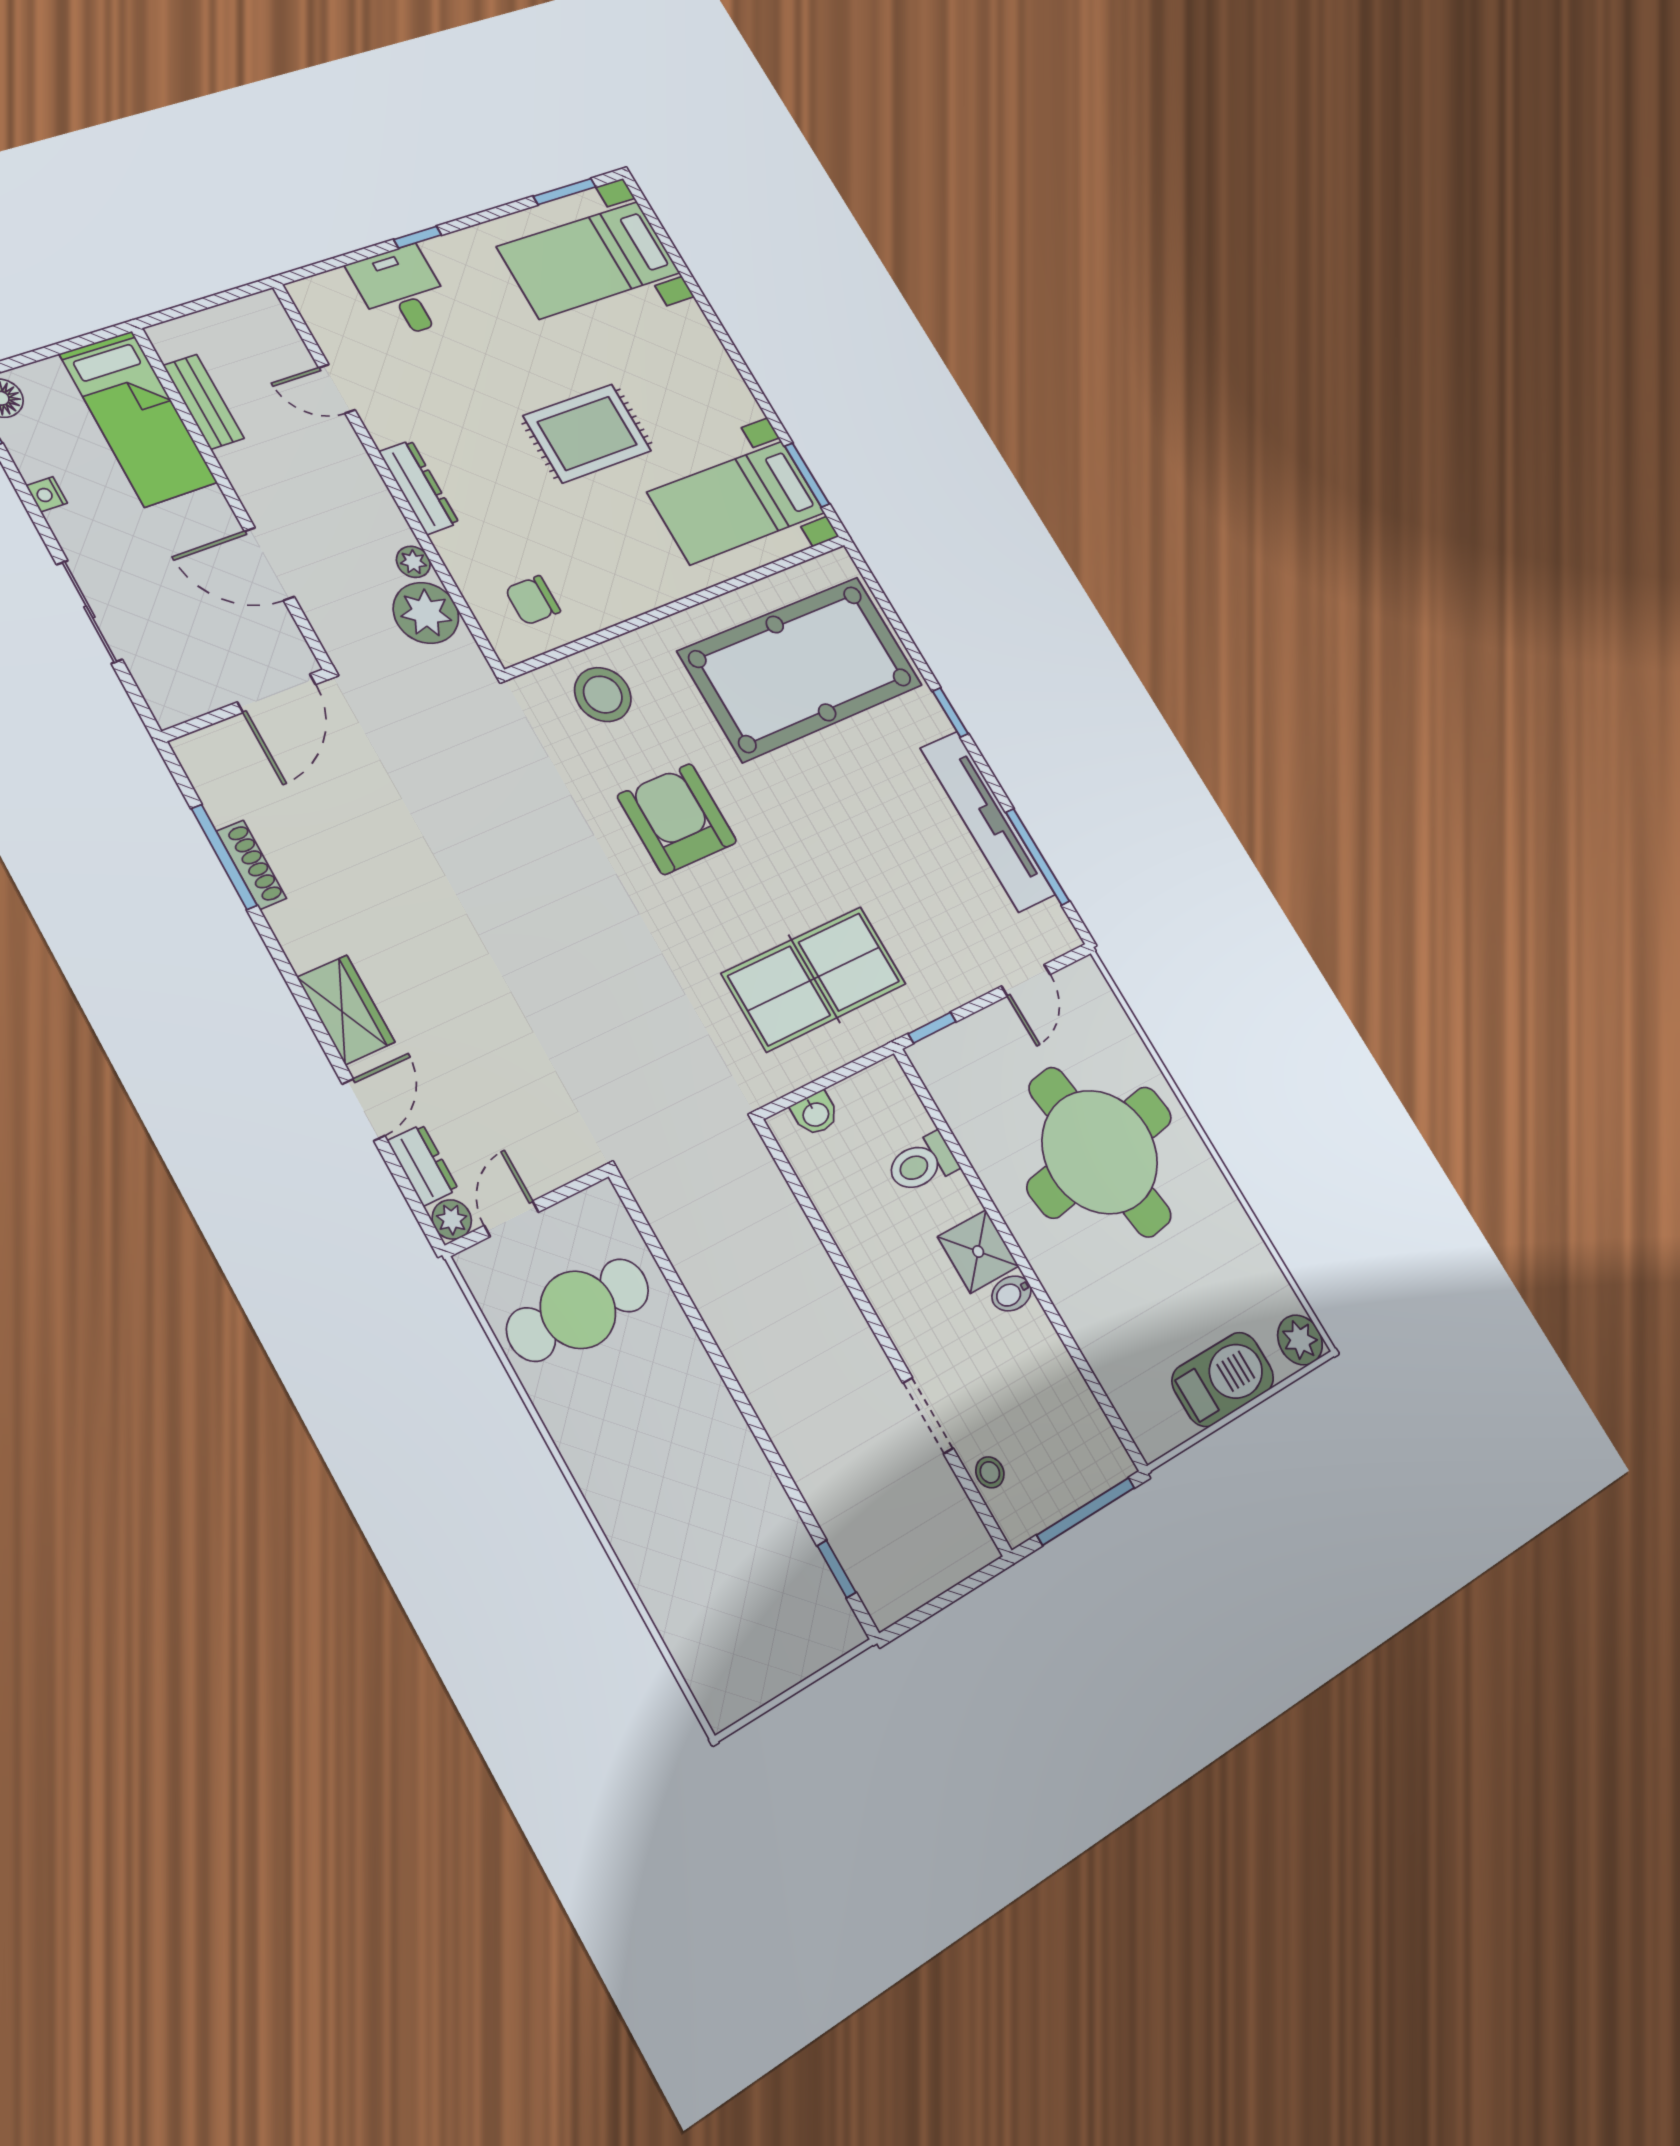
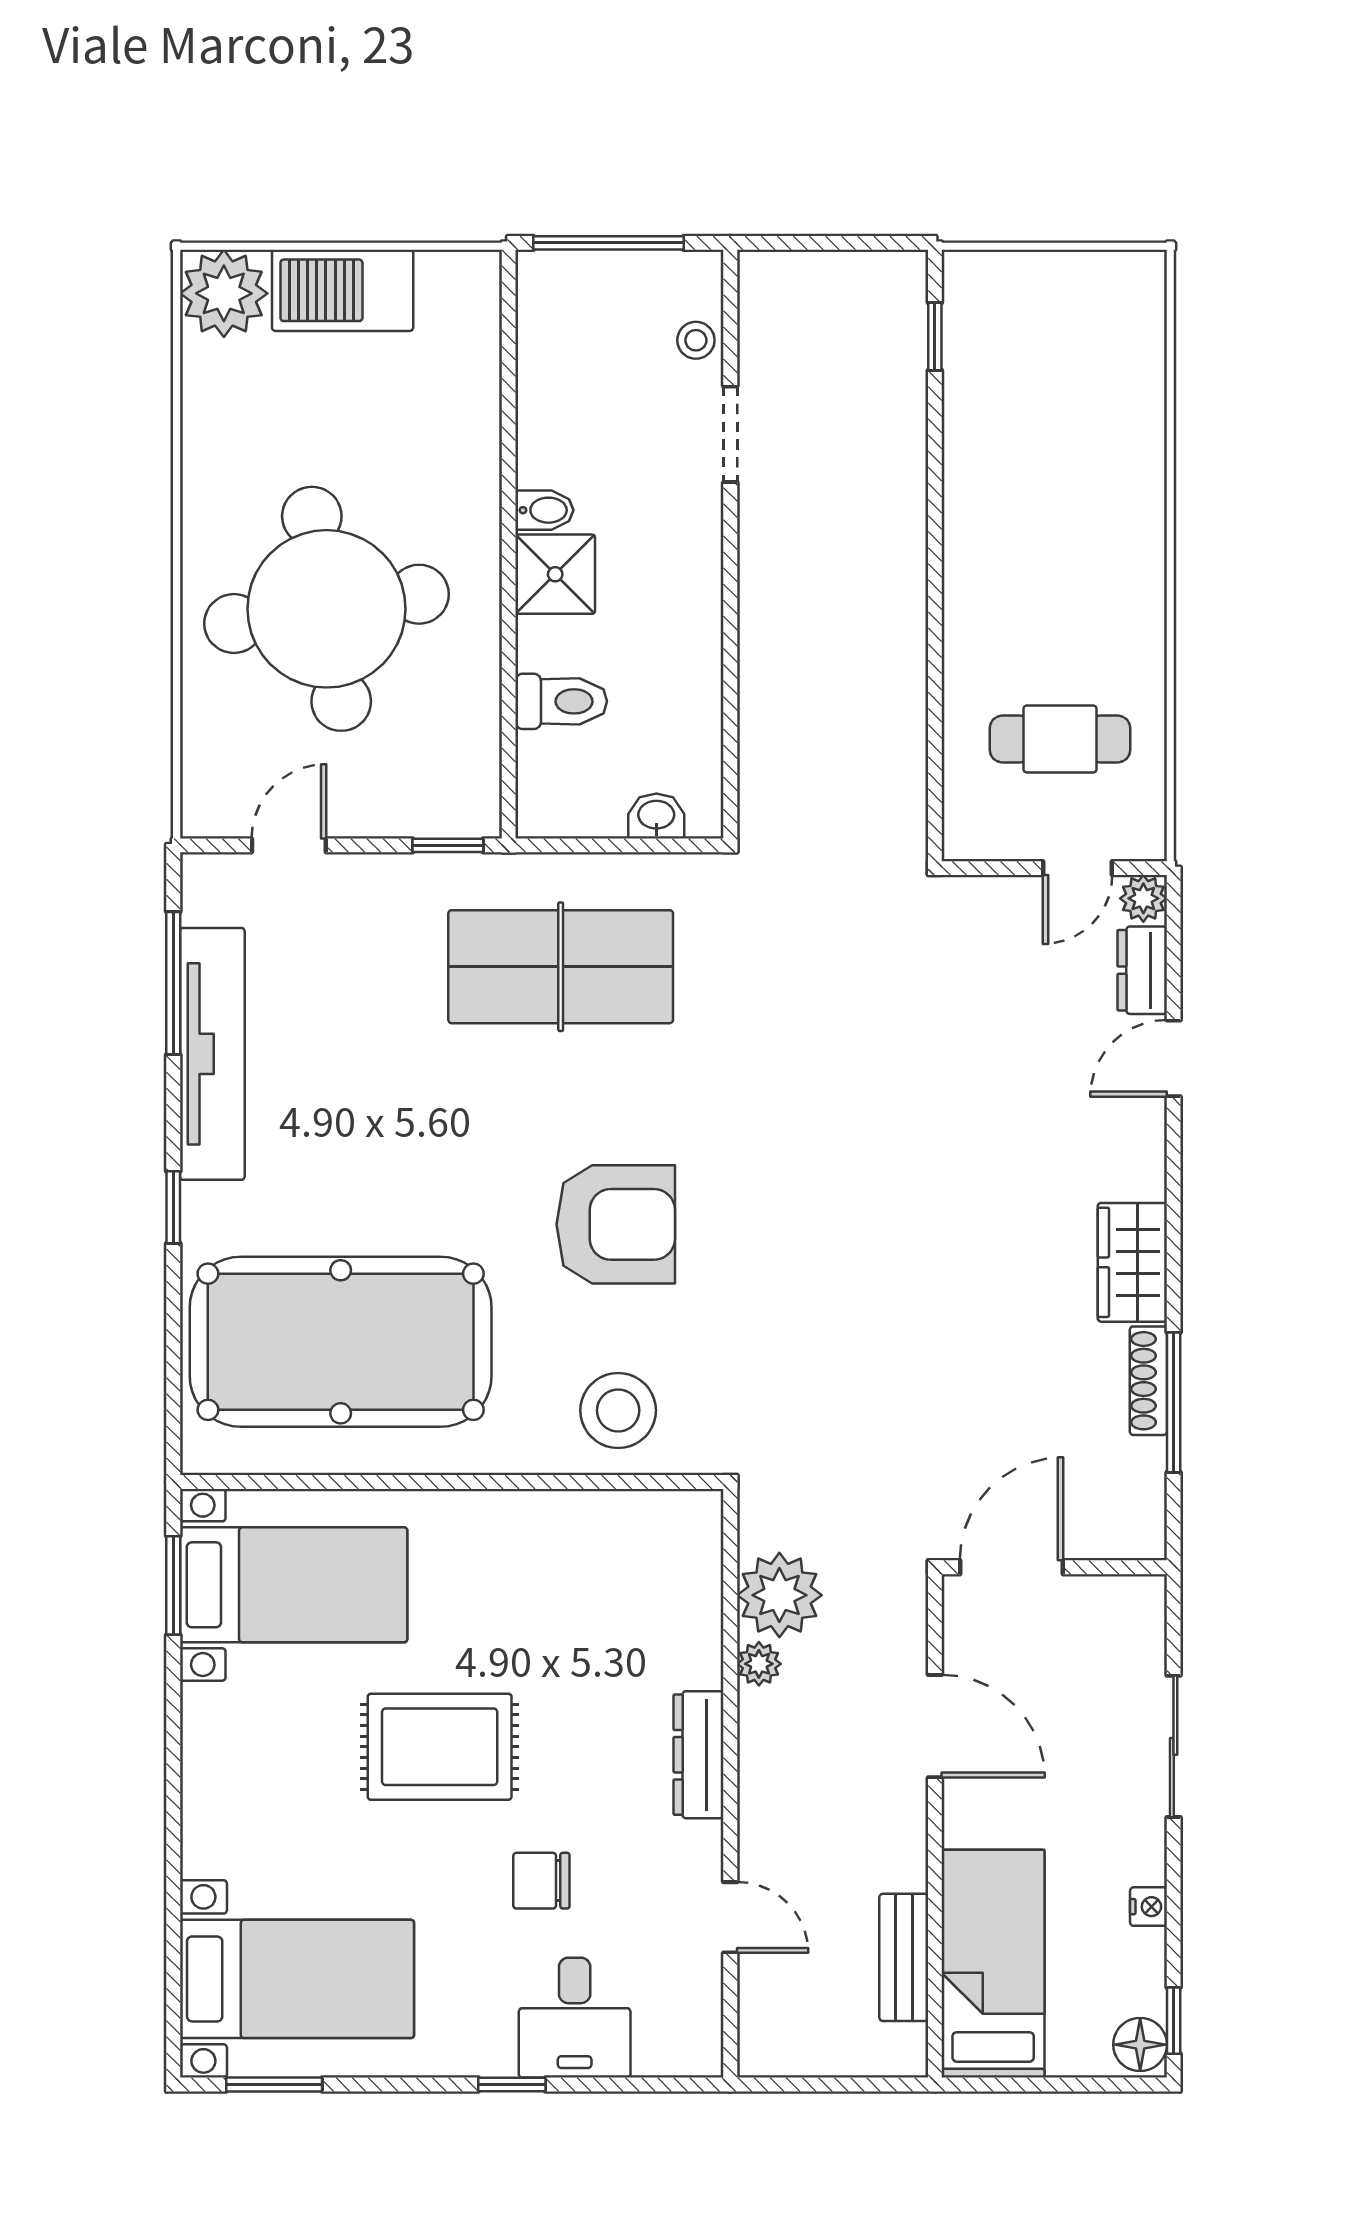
chair: (533, 600) -> (541, 1881), moved, turned 180
armchair: (677, 819) -> (616, 1224), turned -90
wardrobe: (346, 1010) -> (1132, 1262), moved
cafe table: (578, 1310) -> (1060, 739), width x0.73, depth x0.74
plant: (1300, 1340) -> (224, 293), width x1.36, depth x1.36

